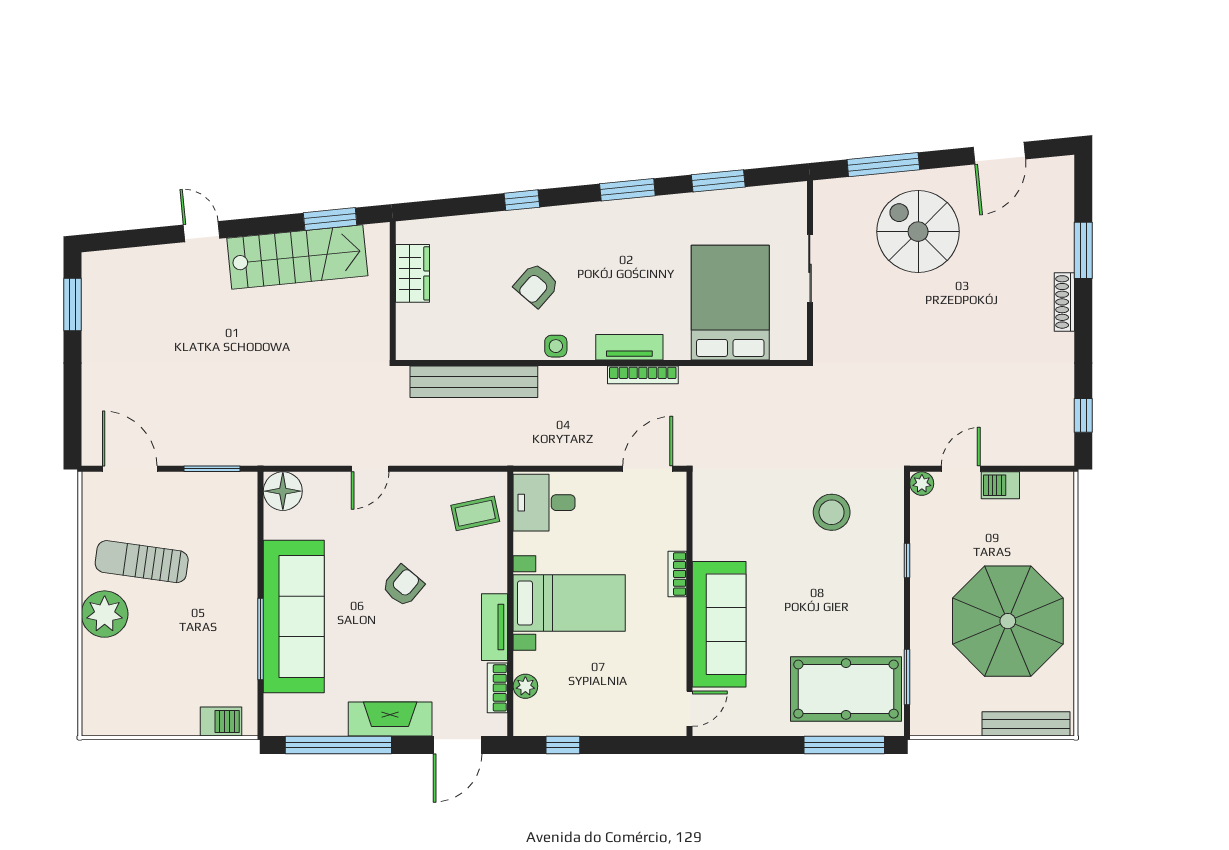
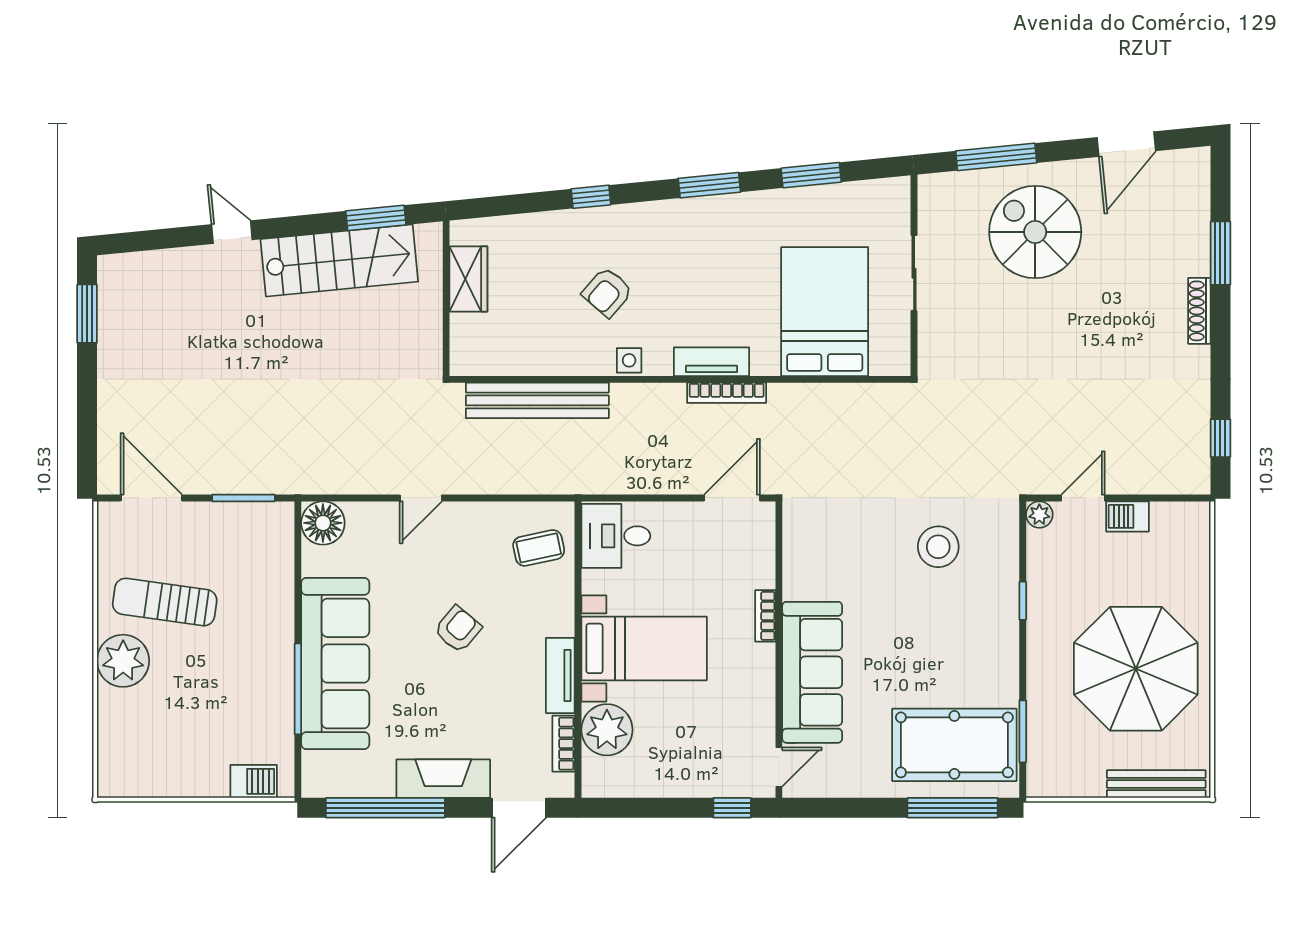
plant: (525, 686) -> (607, 730), width x1.87, depth x1.87
window: (563, 745) -> (732, 808), moved

